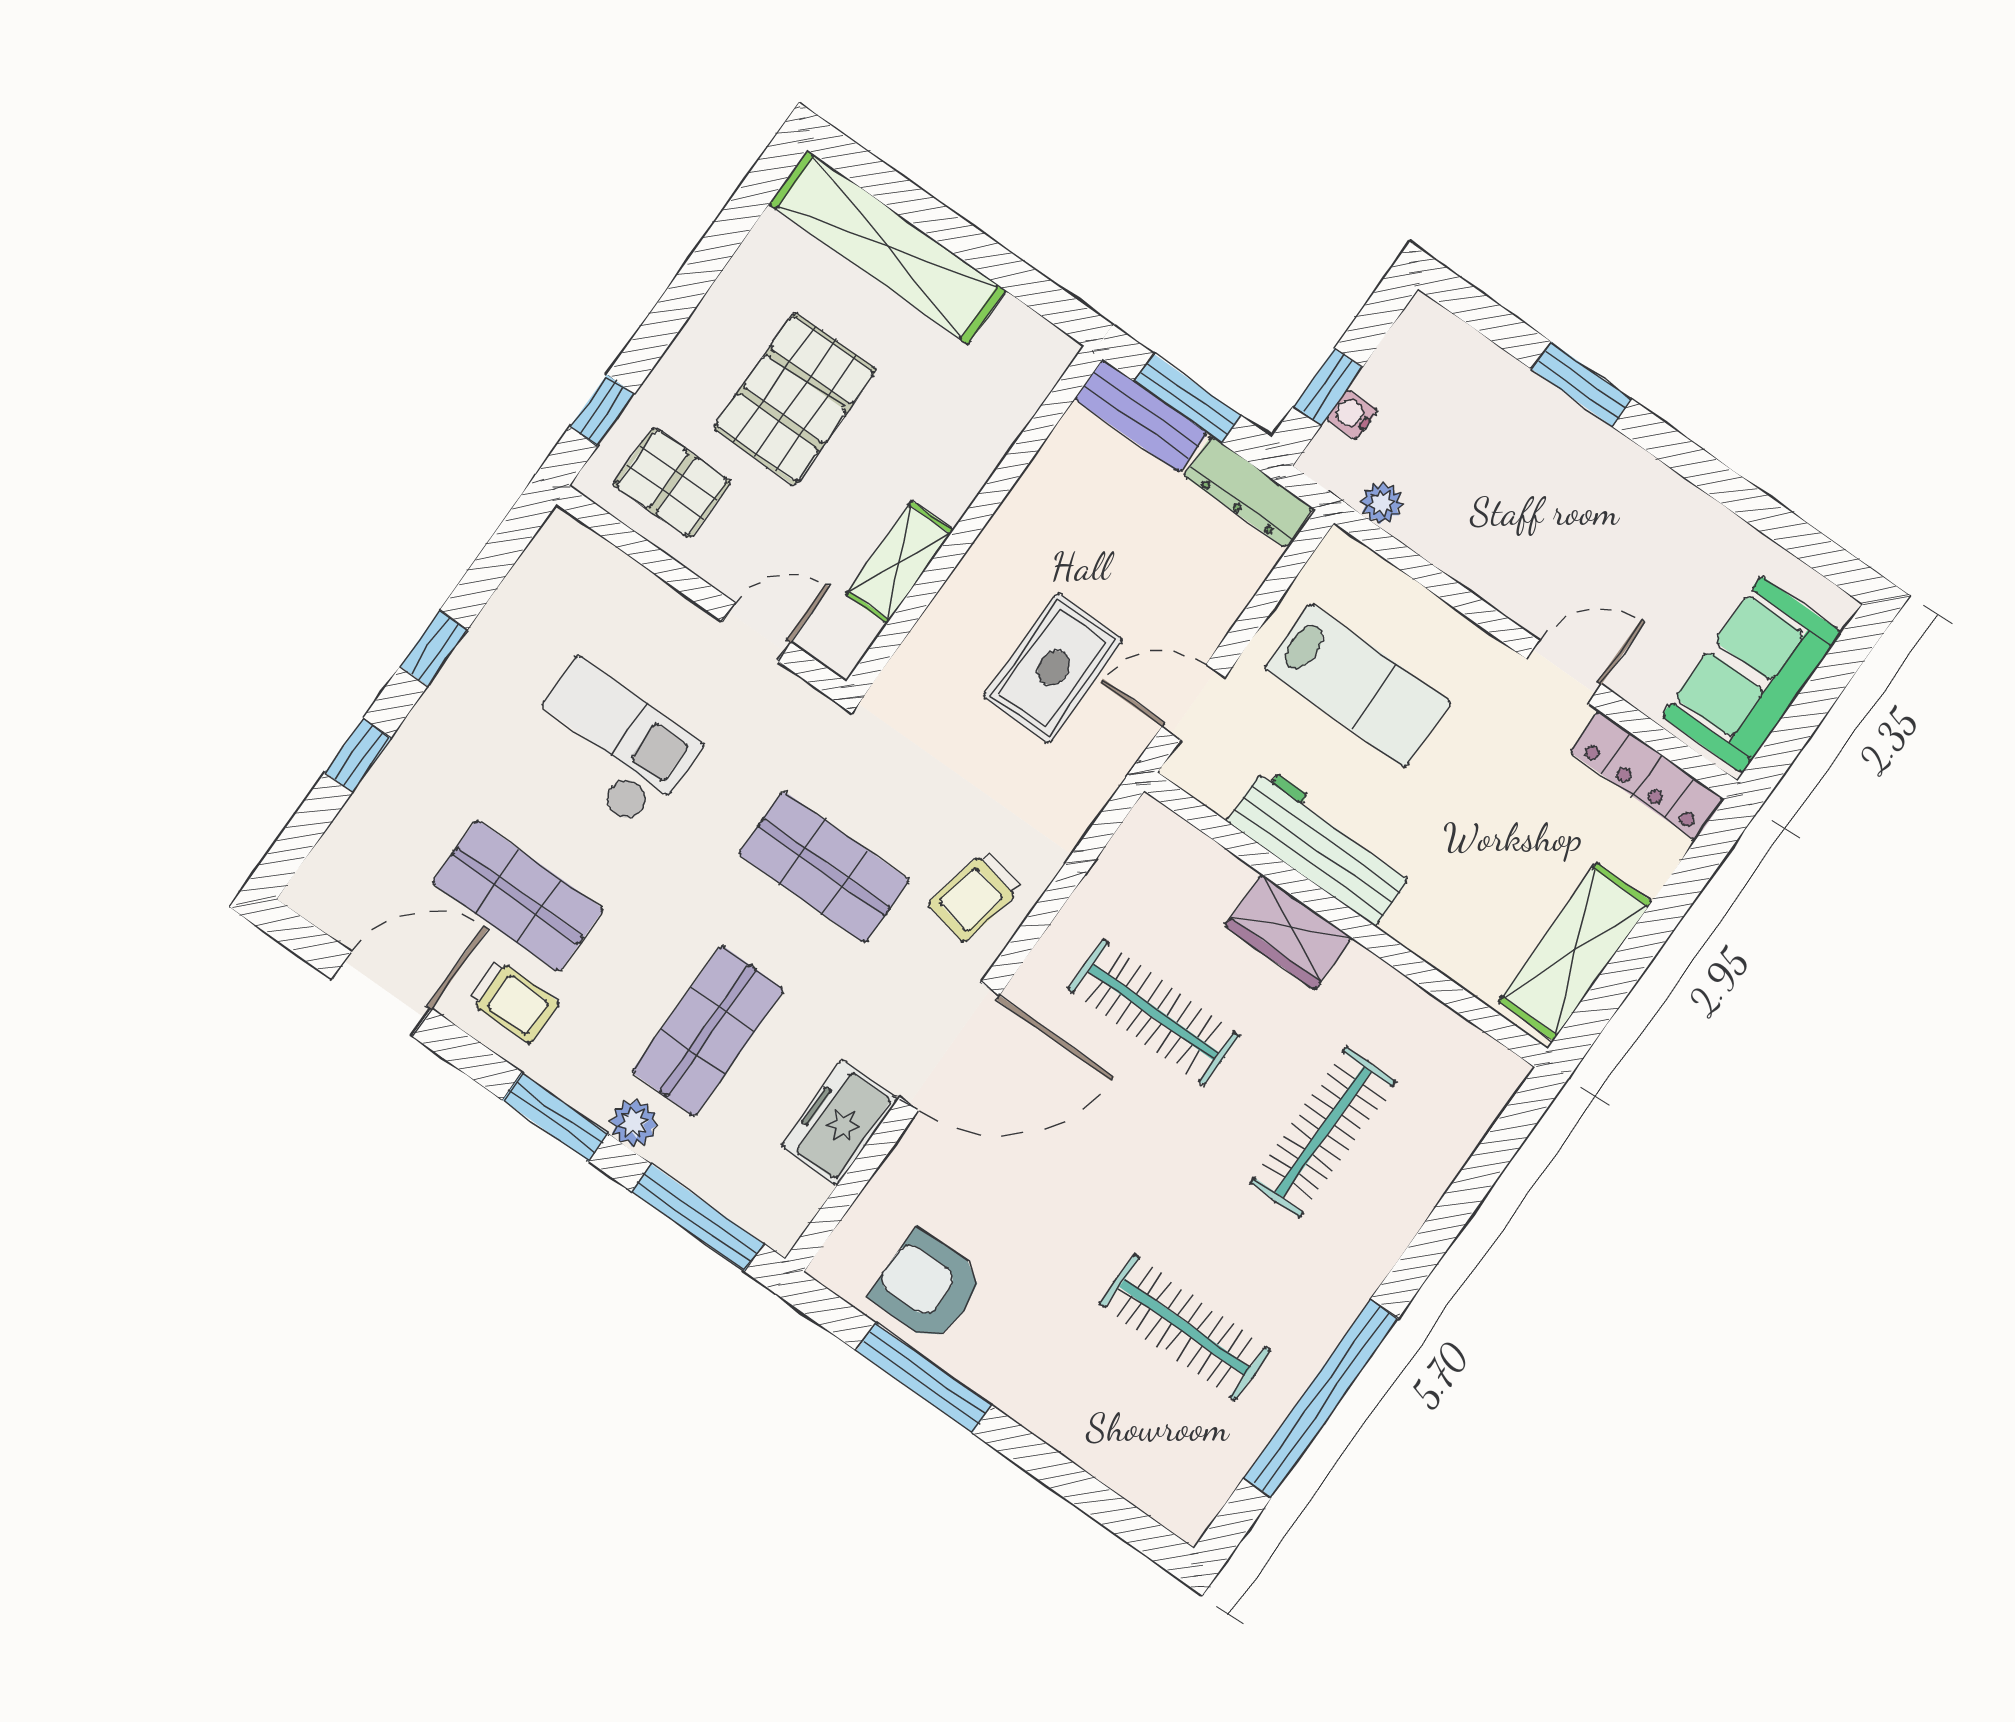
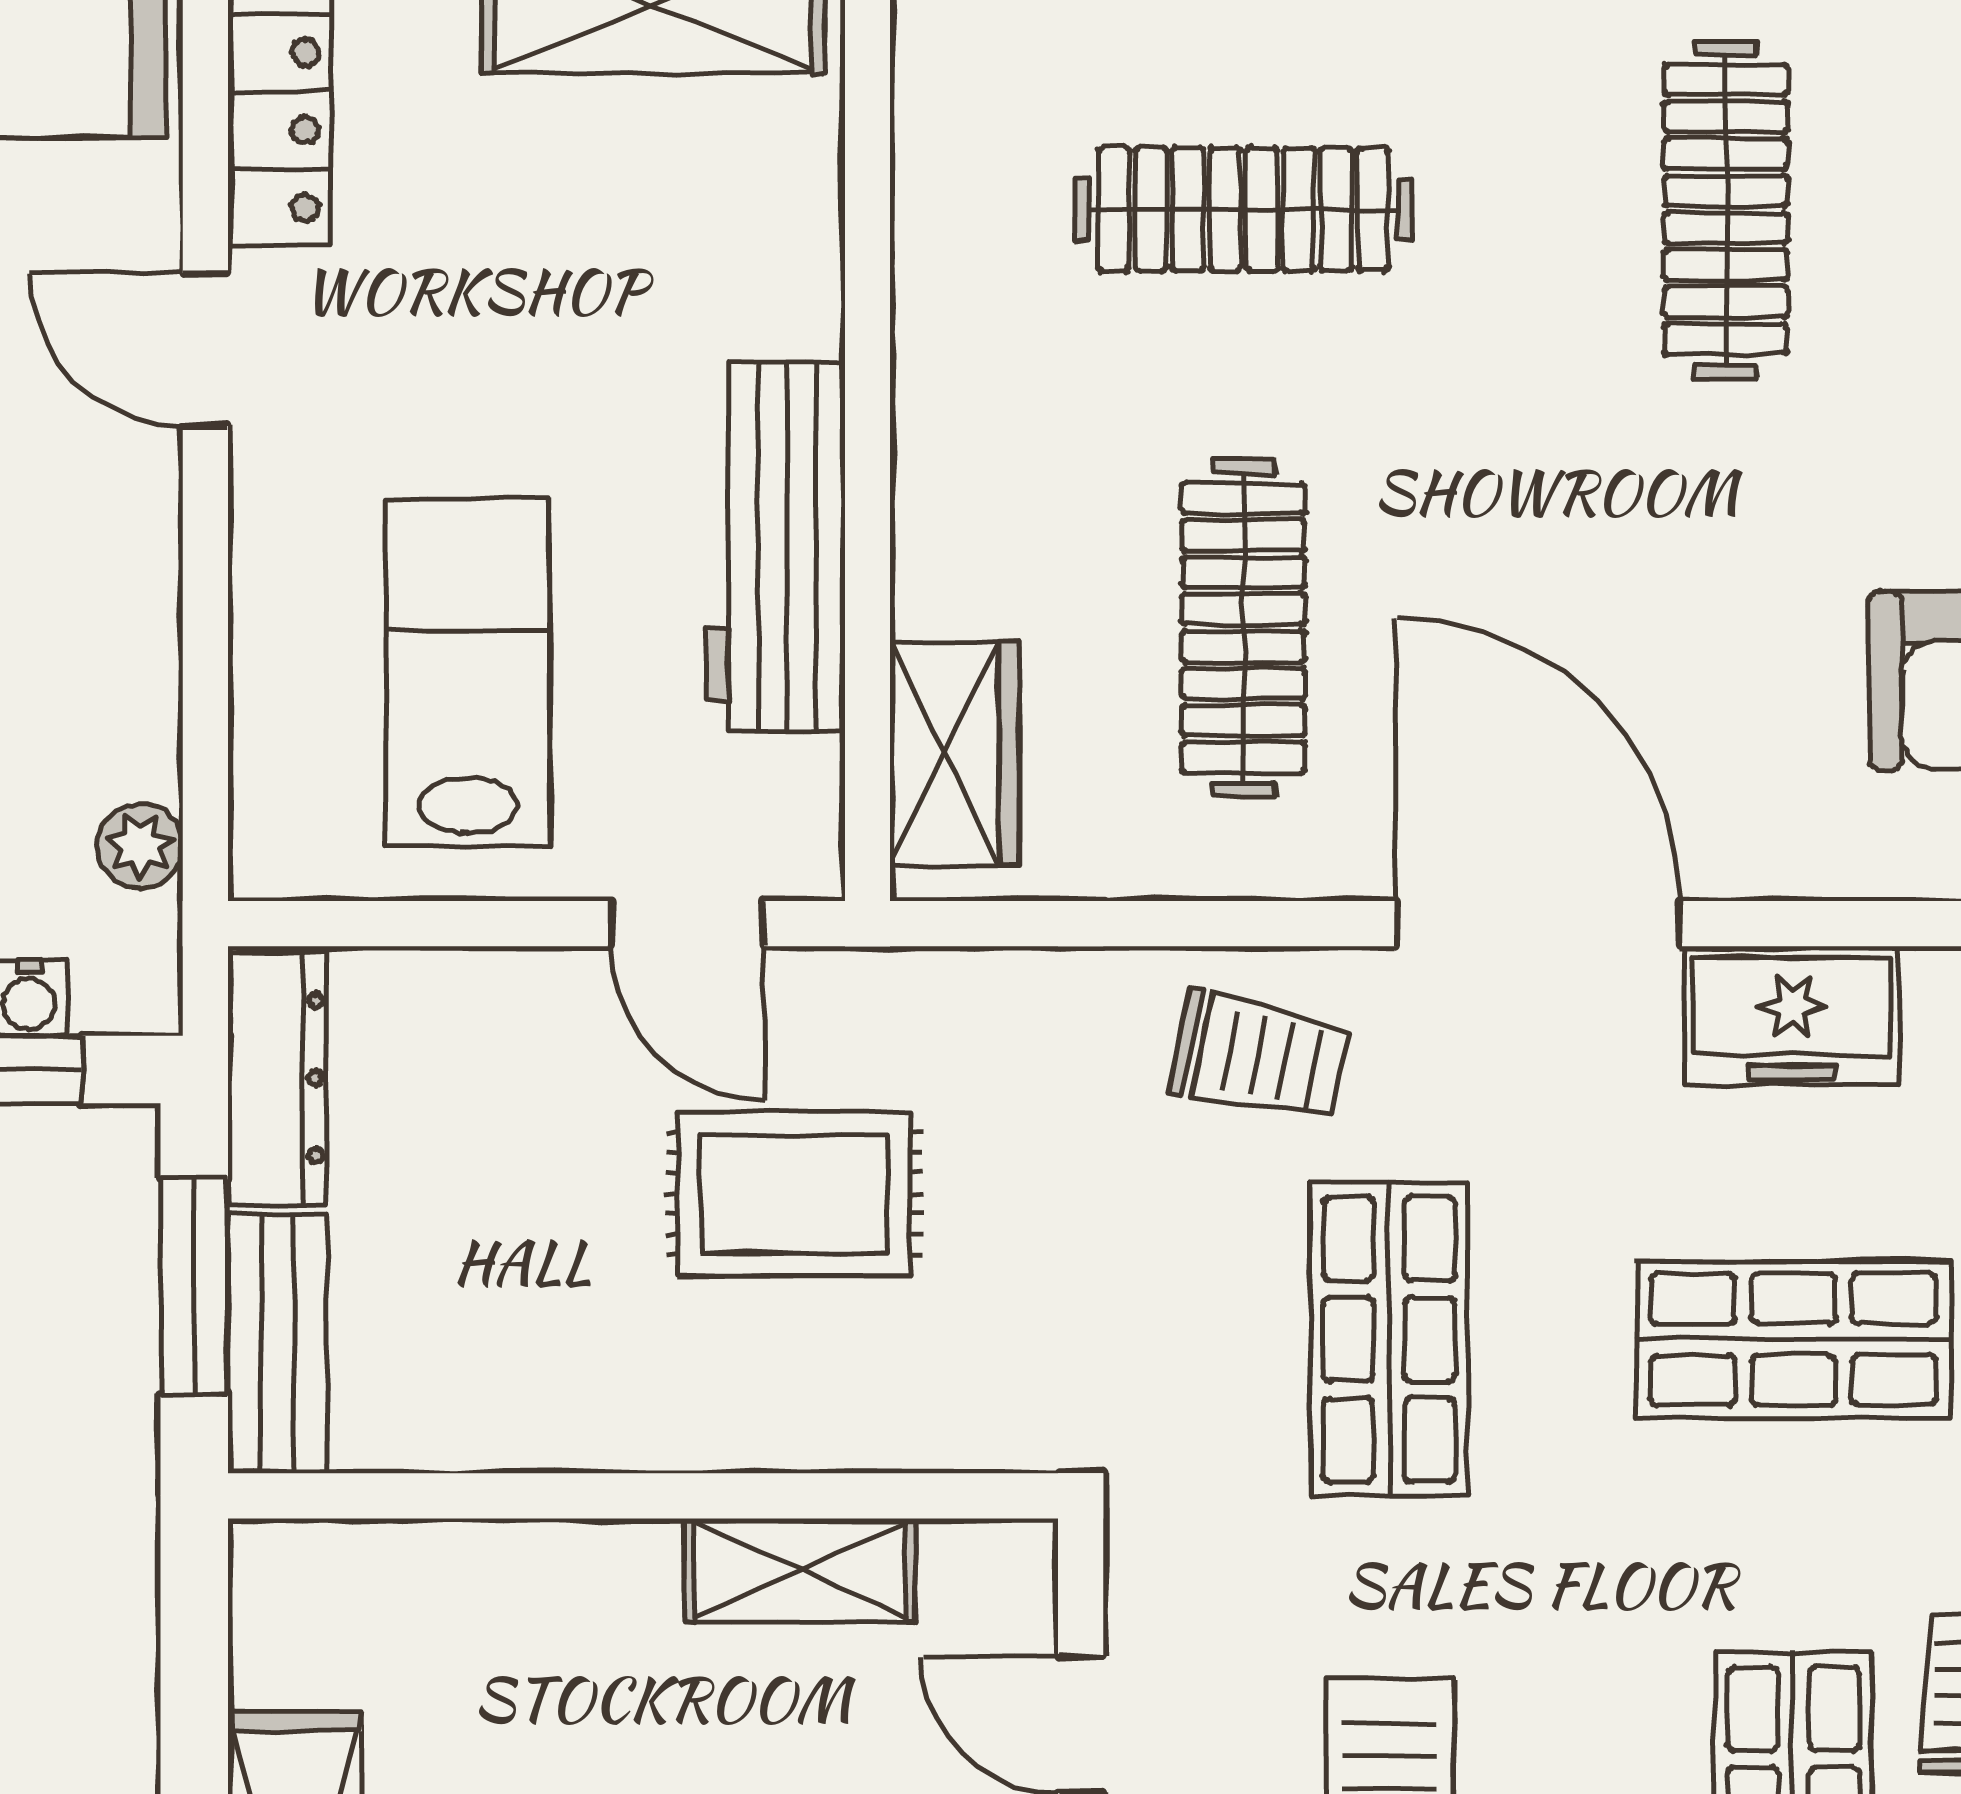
wardrobe: (1288, 932) -> (955, 753), moved

